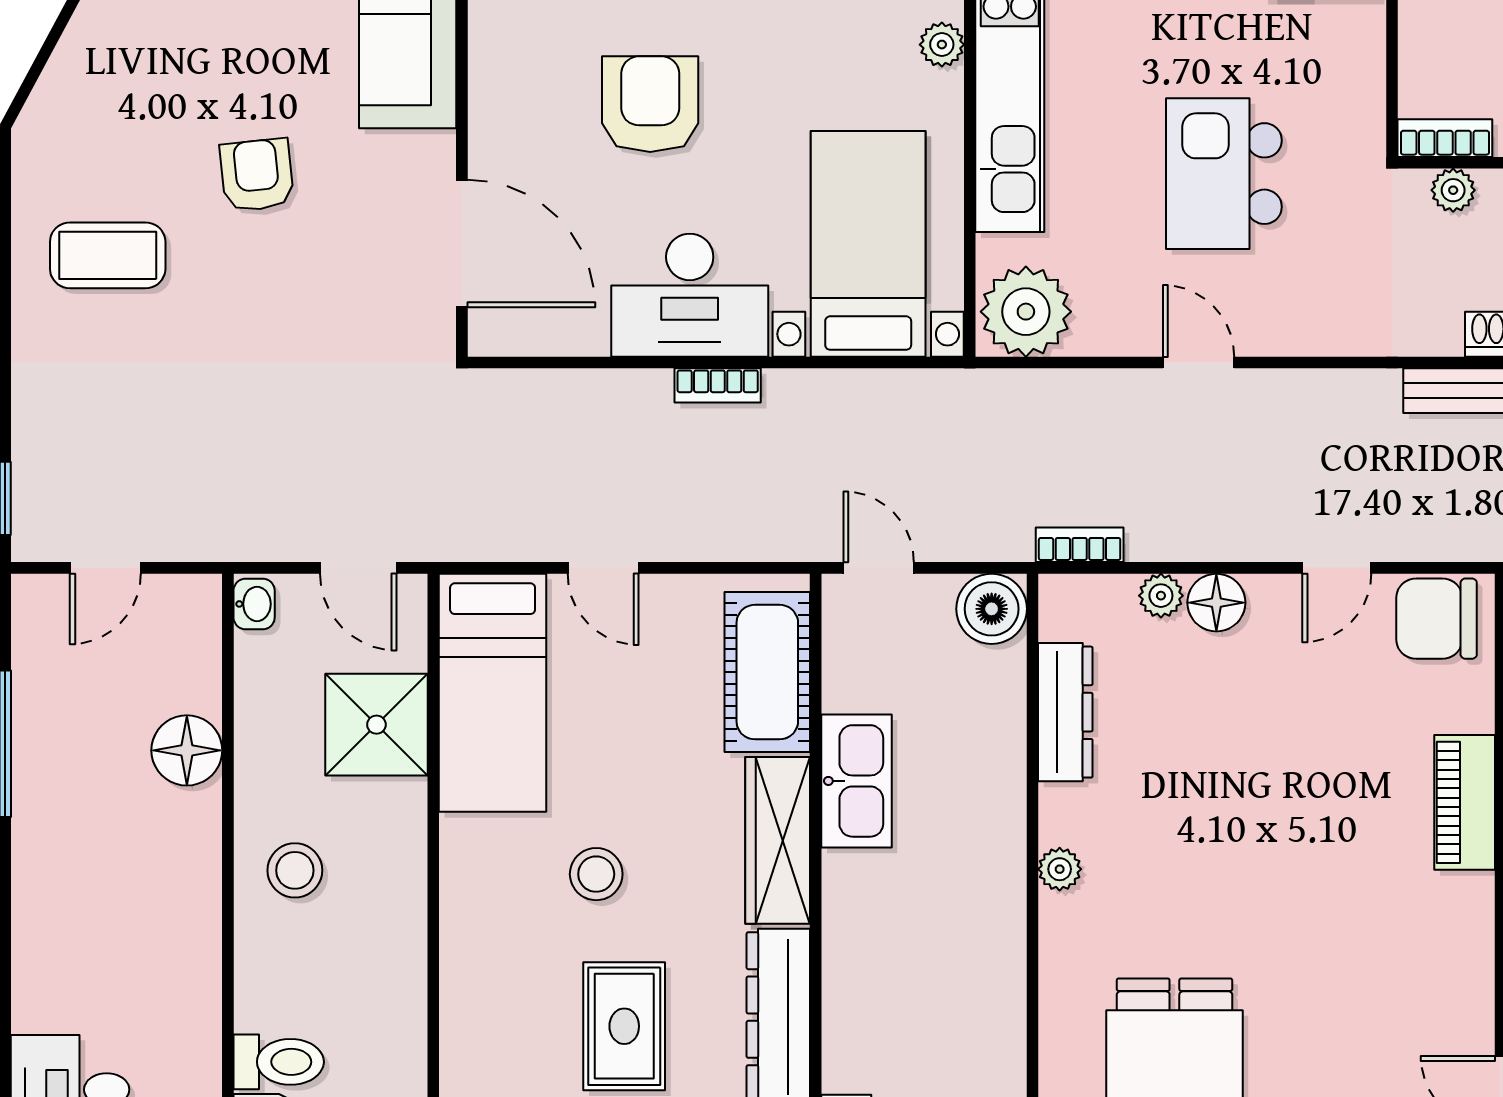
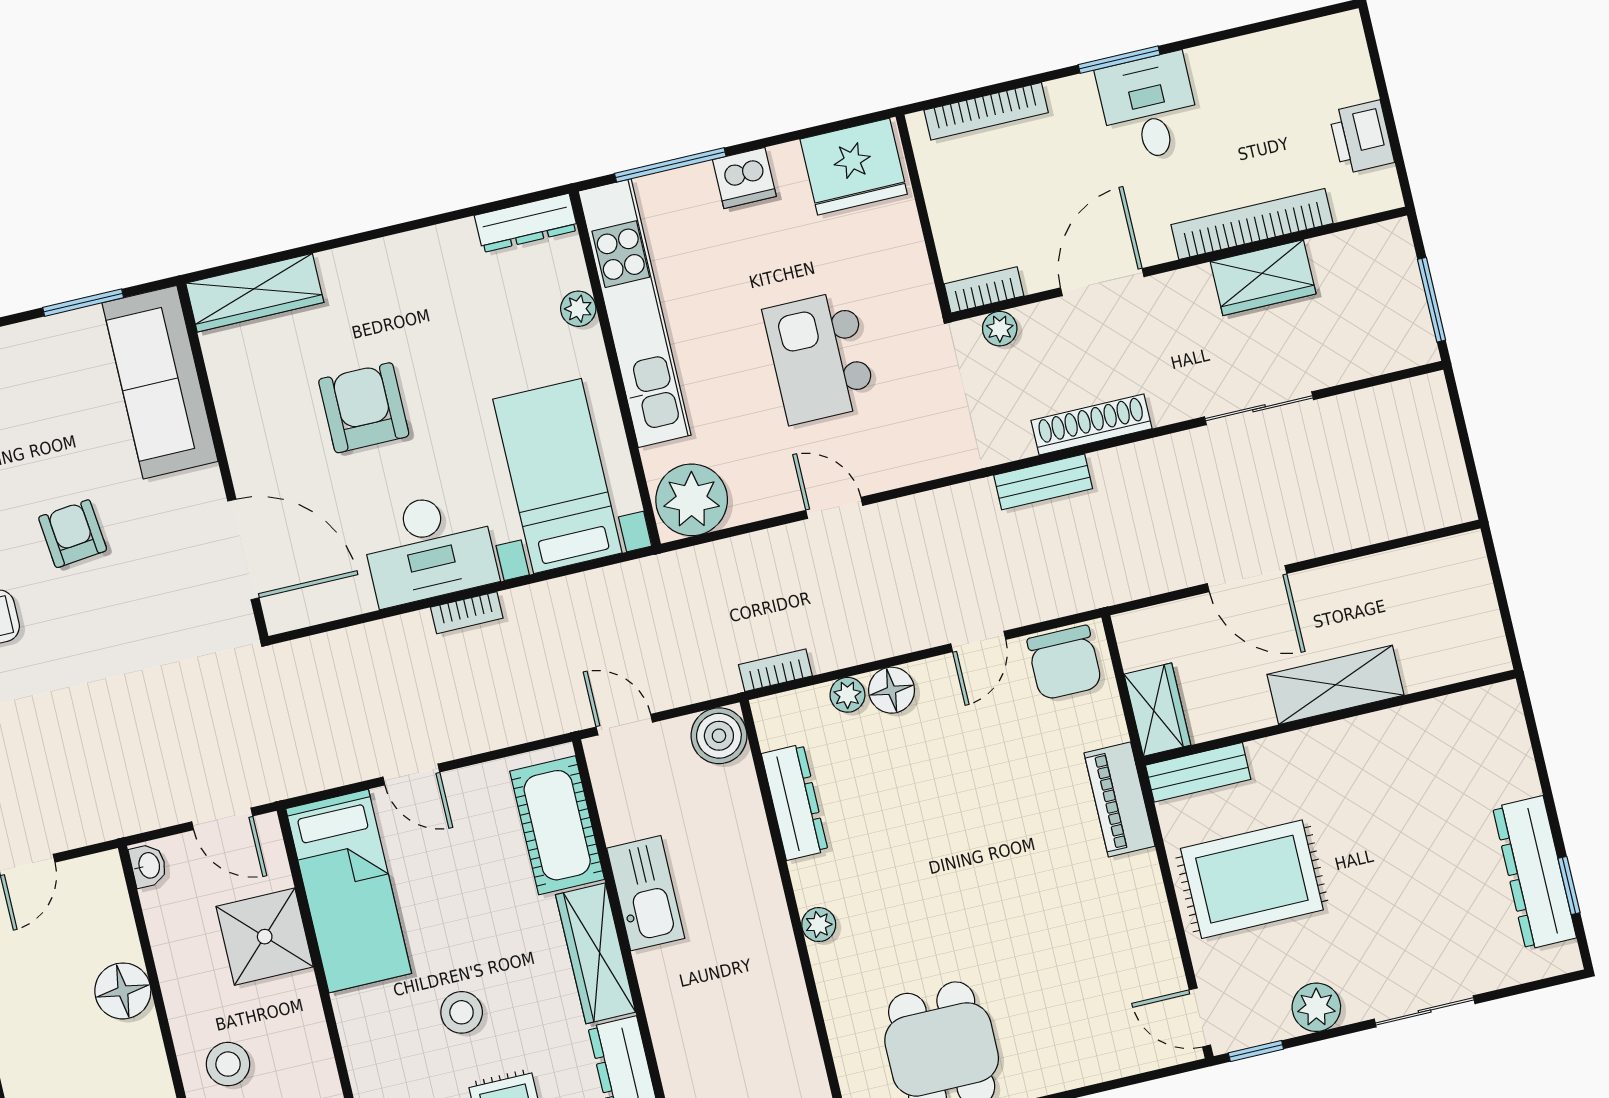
chair: (1437, 619) -> (1065, 663), turned -90

